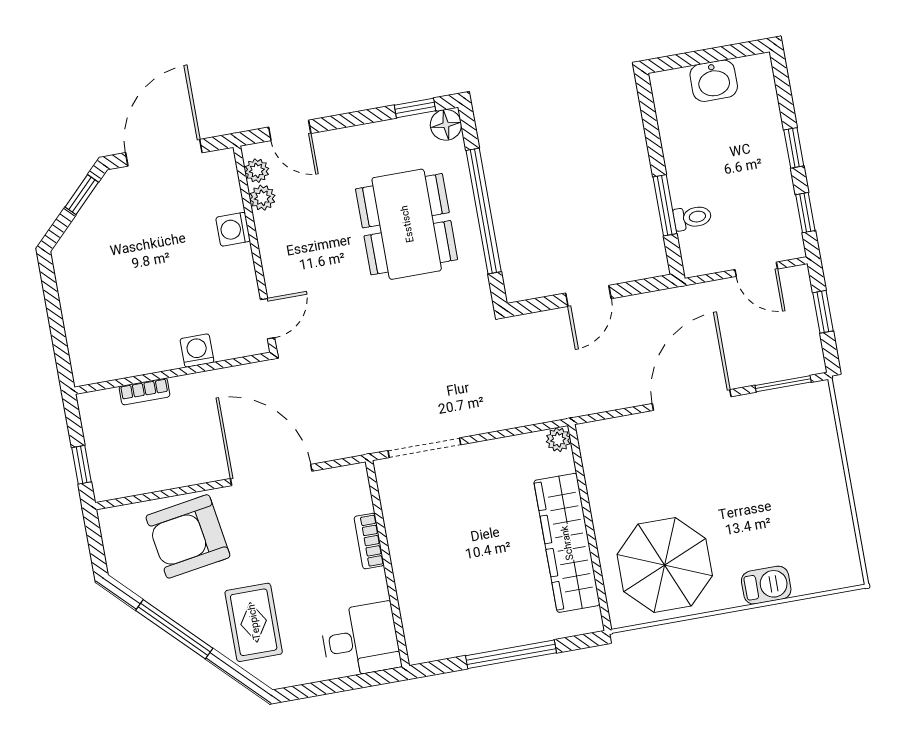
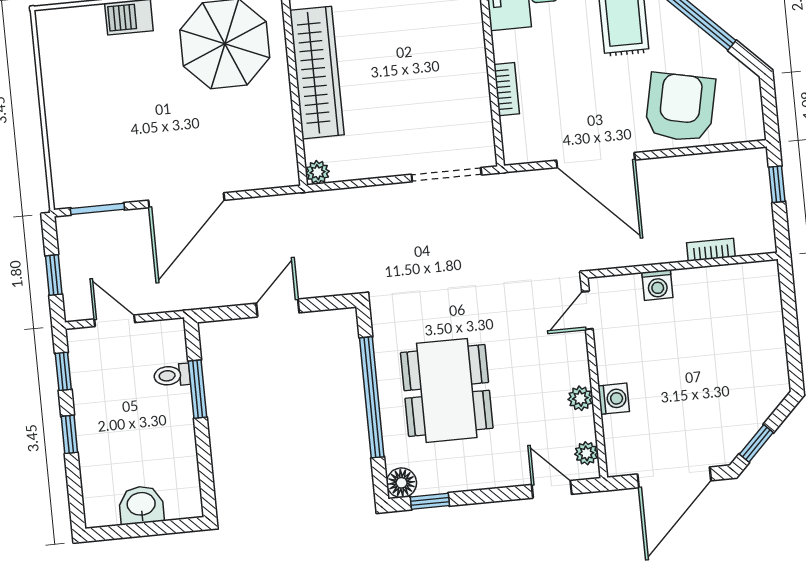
plant: (262, 198) -> (580, 398), moved
armchair: (188, 536) -> (680, 107), turned -69

